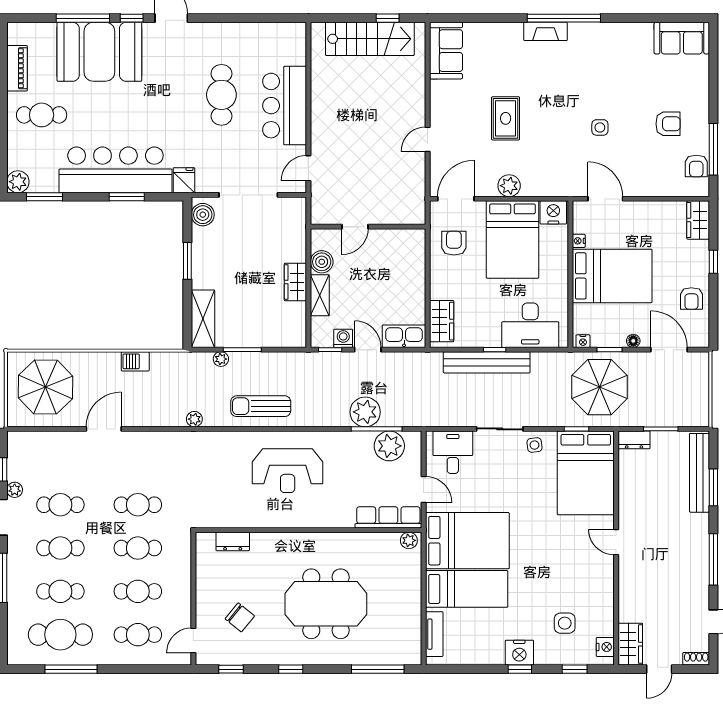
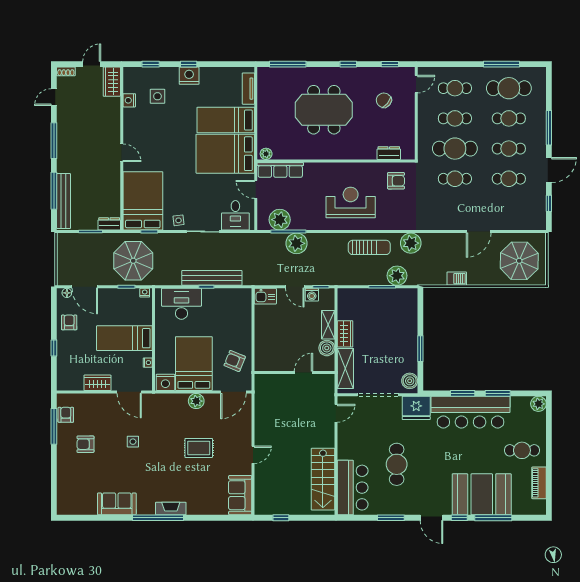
window: (230, 18) -> (391, 518), added
sofa: (682, 38) -> (117, 504), moved
stairs: (370, 39) -> (323, 479), moved, turned -90
bar counter: (285, 106) -> (353, 488), moved
rug: (506, 118) -> (199, 448), turned 90
door: (428, 139) -> (253, 455), moved
fridge: (184, 180) -> (416, 408), width x1.88, depth x1.34
window: (45, 197) -> (498, 393), moved
wardrobe: (698, 220) -> (97, 383), moved, turned -90
armchair: (454, 243) -> (235, 361), turned 112
bed: (612, 276) -> (124, 338), width x0.67
shelving: (203, 319) -> (345, 368), moved
wardrobe: (442, 321) -> (243, 307), removed
kitchen sink: (404, 336) -> (265, 296), width x0.73
floor lamp: (633, 341) -> (67, 293), moved
plant: (221, 359) -> (397, 276), width x1.87, depth x1.87
plant: (194, 419) -> (411, 243), width x1.87, depth x1.87
window: (713, 487) -> (54, 191), width x1.44
plant: (15, 490) -> (541, 189), removed
armchair: (222, 502) -> (396, 181), added
cafe table: (138, 548) -> (455, 149), width x1.37, depth x1.35
nightstand: (605, 647) -> (129, 100), moved

